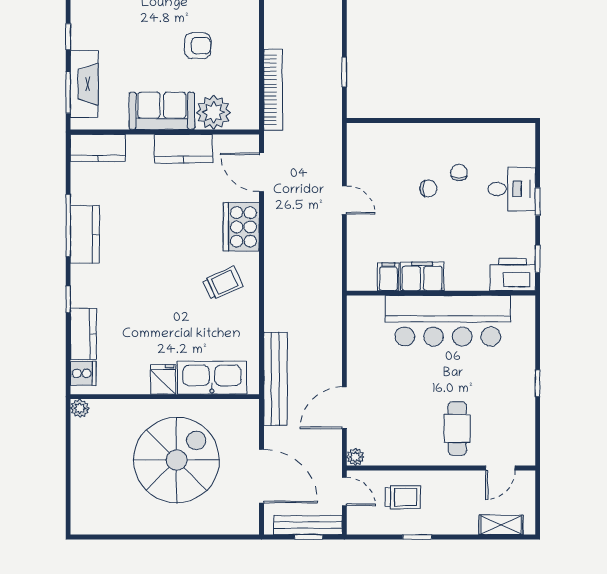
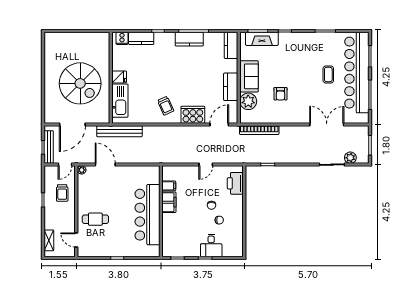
printer: (513, 274) -> (235, 183), moved, turned 180
plant: (80, 408) -> (105, 37), removed

